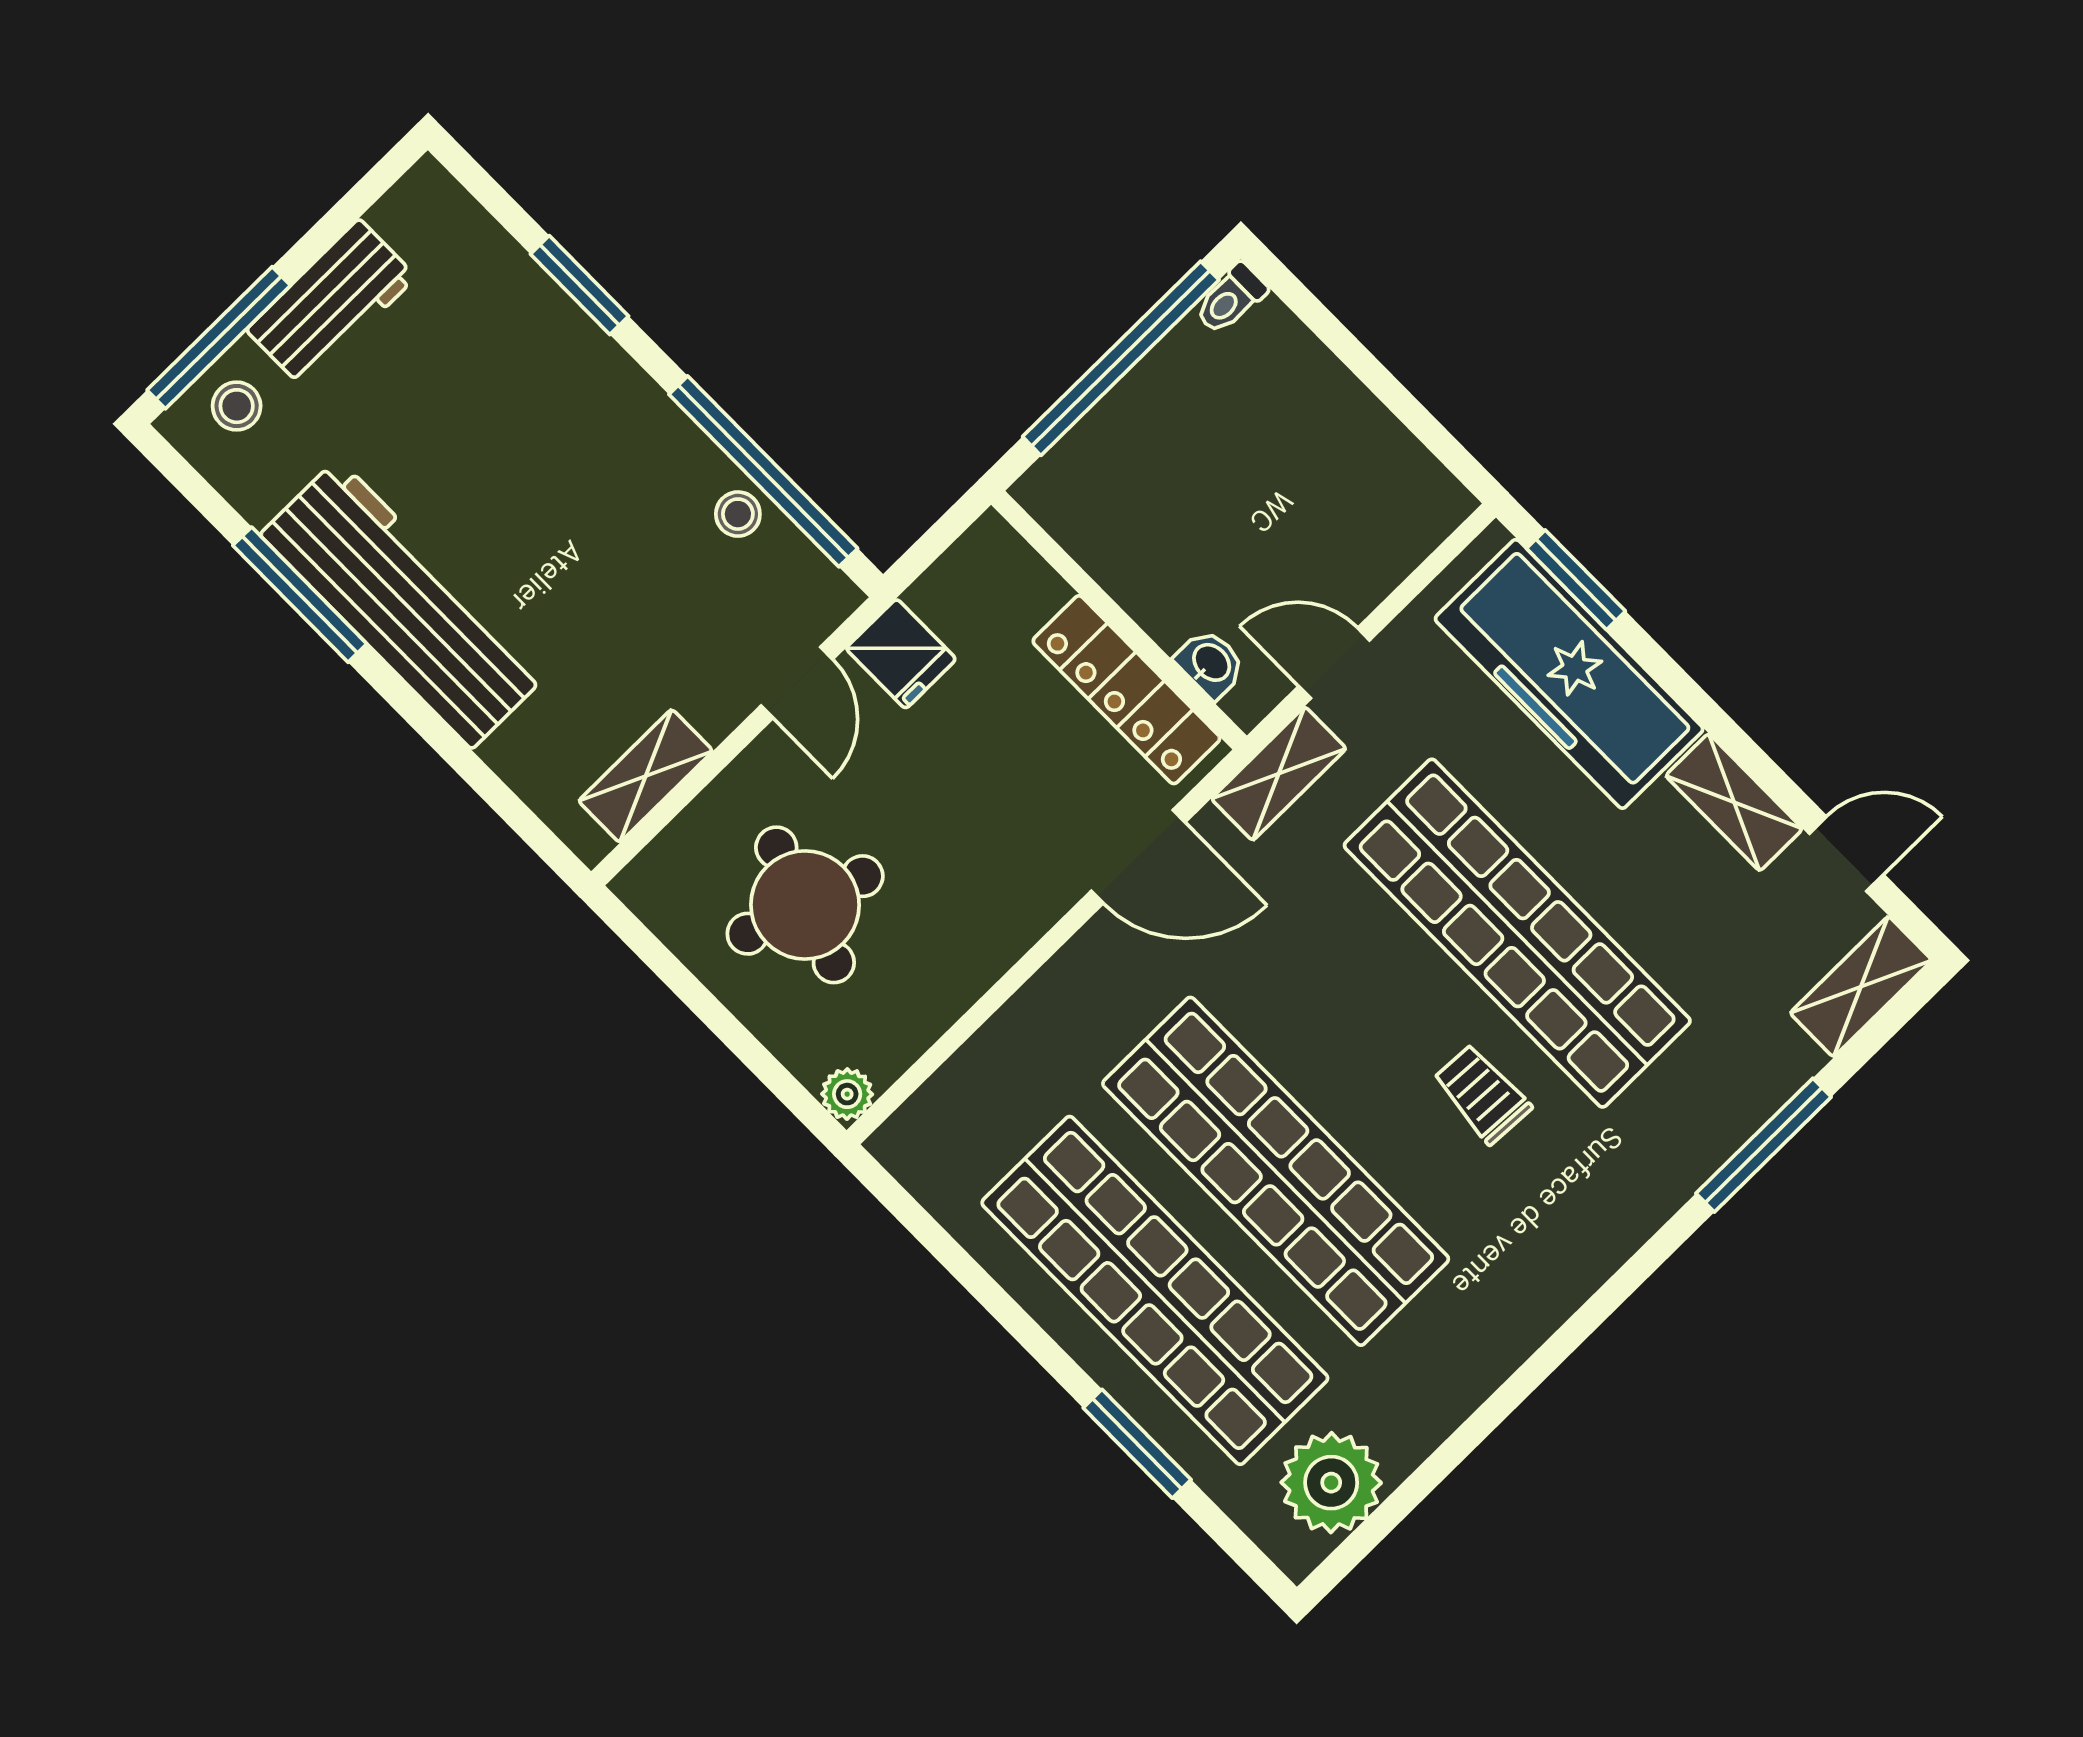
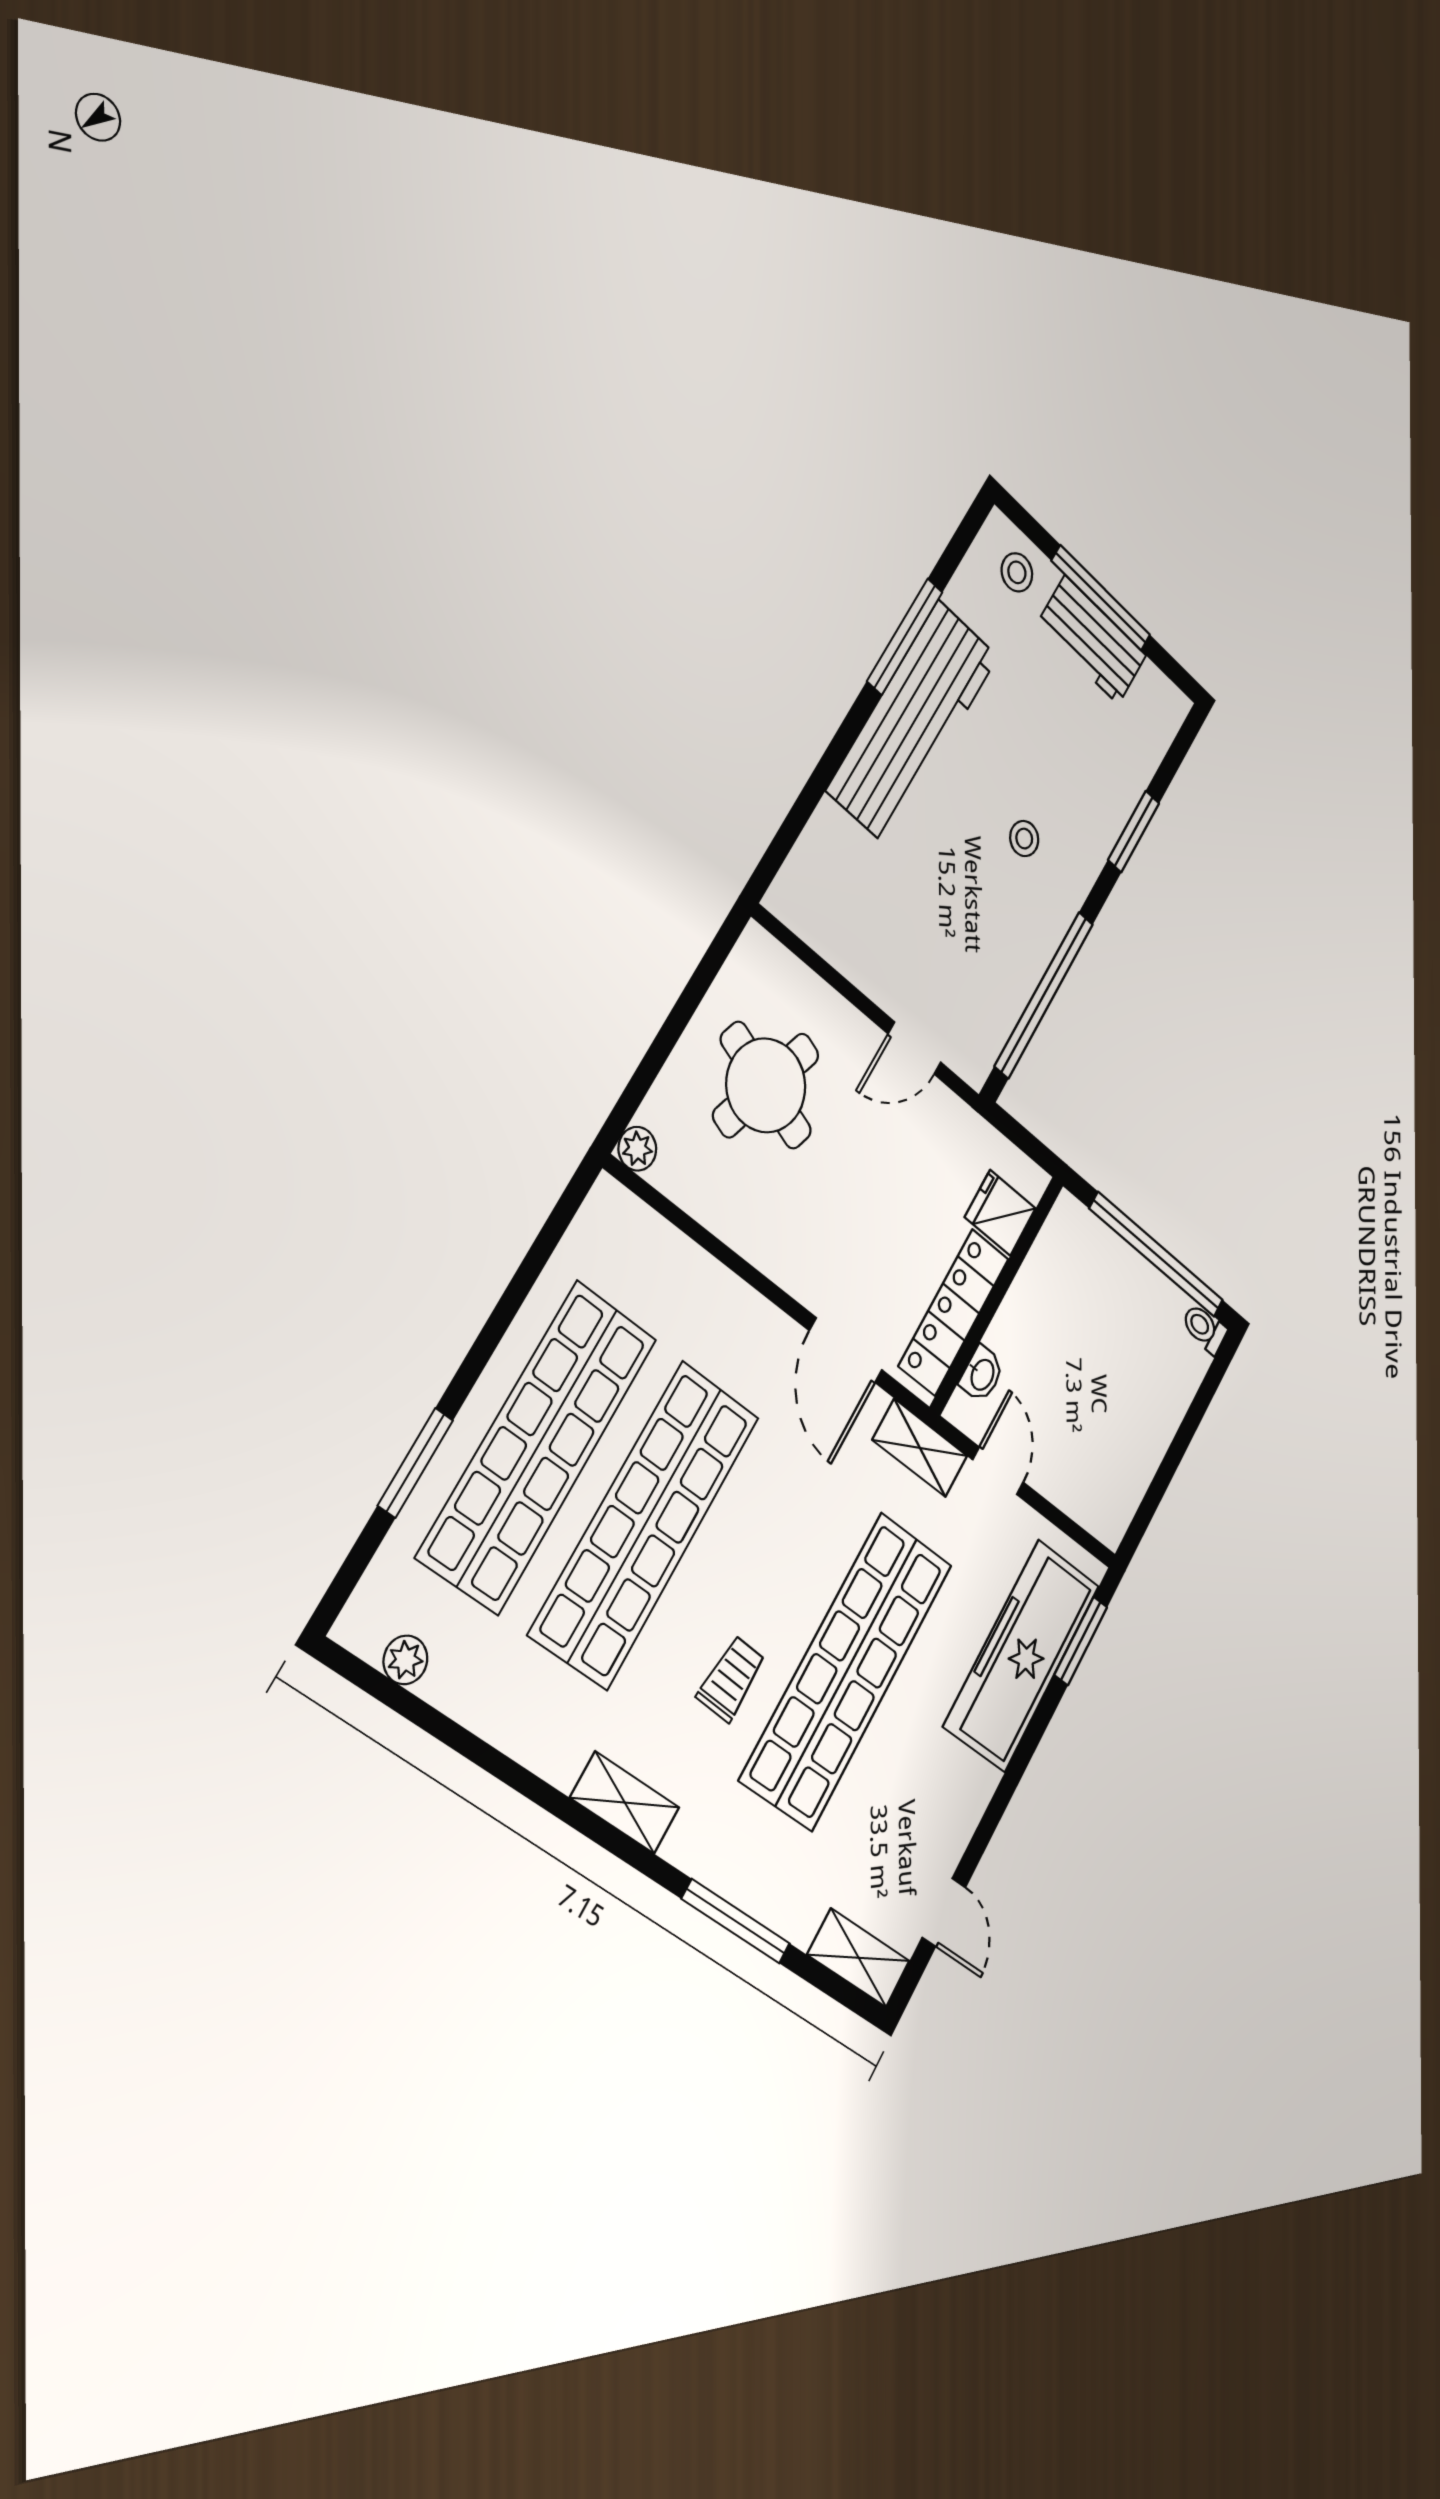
window: (219, 338) -> (1101, 598), moved
stool: (738, 514) -> (1024, 839), moved
fridge: (901, 654) -> (1000, 1213), moved, turned 90
shelving: (646, 776) -> (832, 937), removed
shelving: (1734, 802) -> (625, 1803), moved, turned 90
plant: (1331, 1483) -> (405, 1660), width x0.53, depth x0.53

